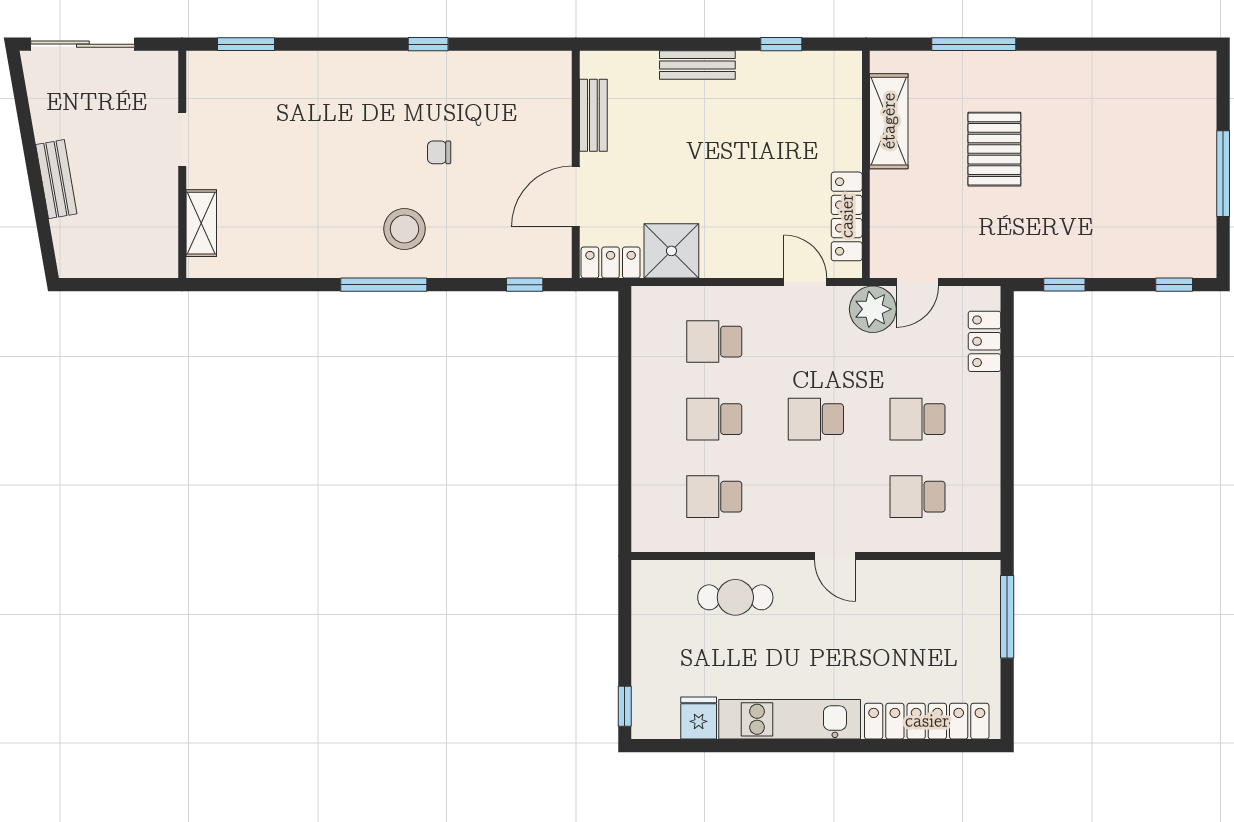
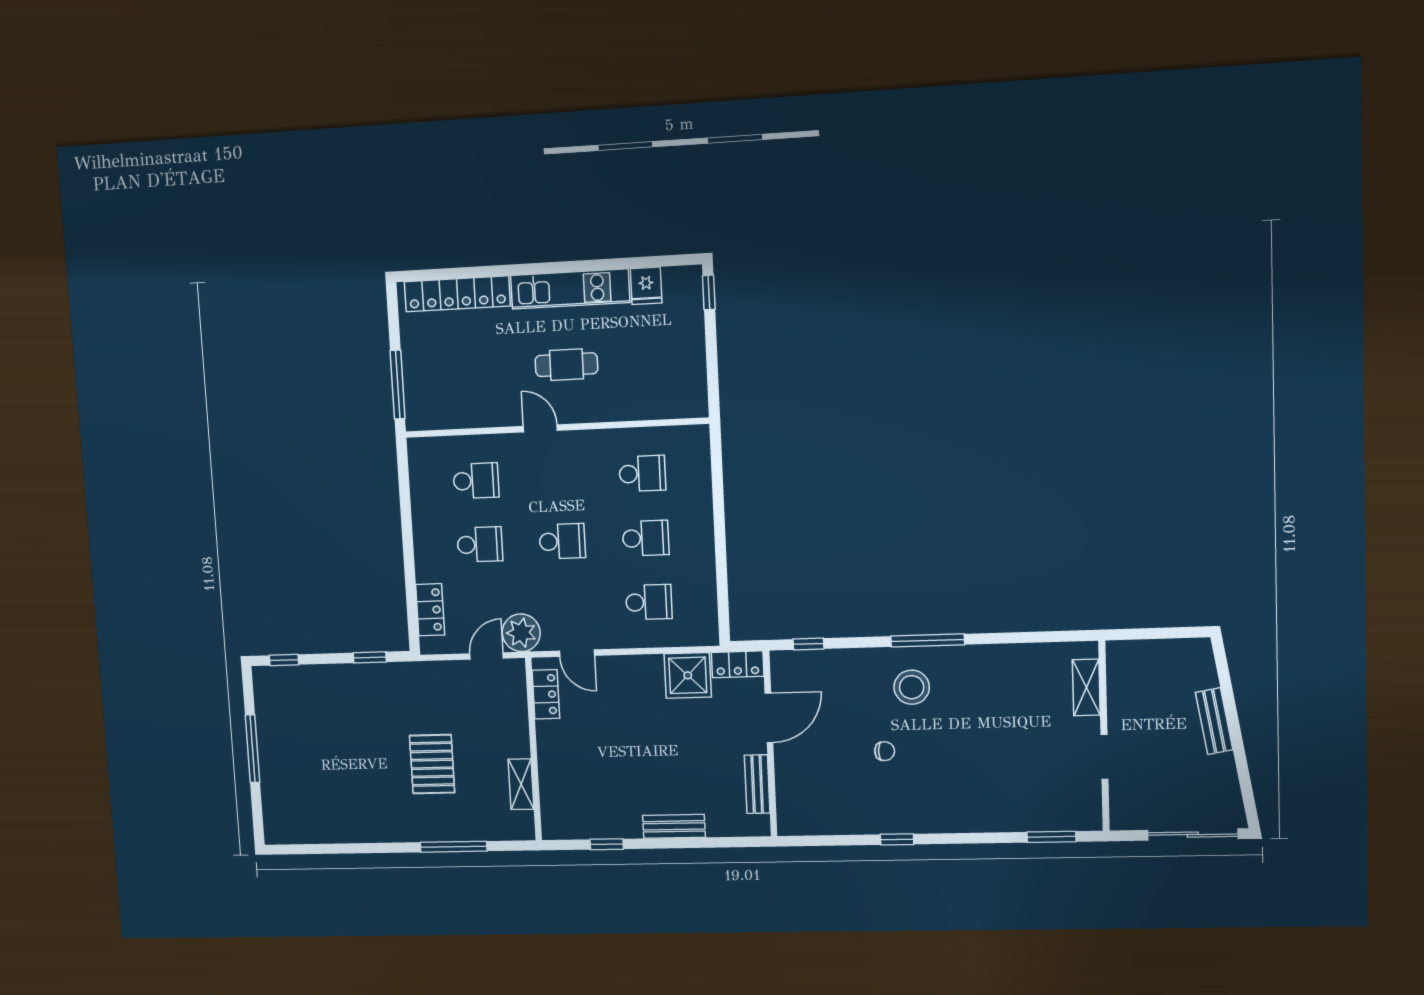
shelving: (889, 121) -> (521, 784), width x0.67, depth x0.75
locker: (847, 216) -> (546, 694), width x0.66
cafe table: (735, 597) -> (566, 365), moved

